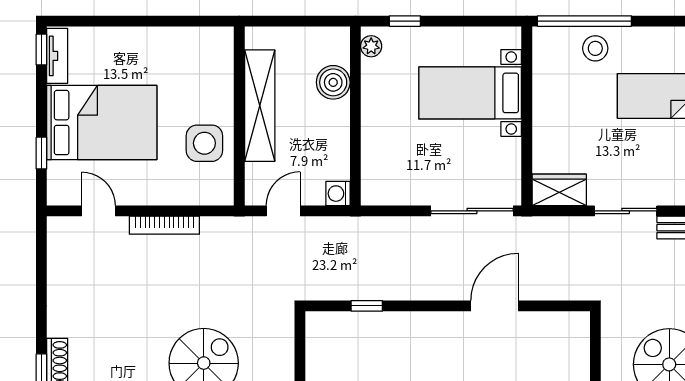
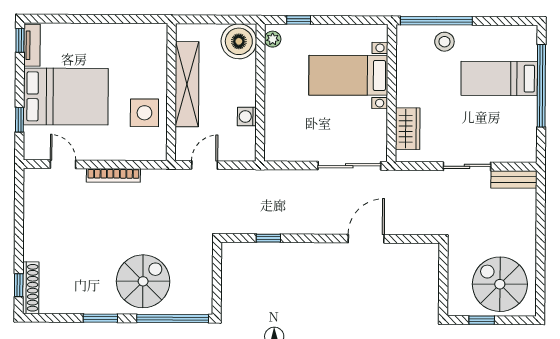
boiler: (333, 82) -> (239, 41), moved, width x1.37, depth x1.37
wardrobe: (559, 190) -> (408, 129), moved, turned 90
washing machine: (338, 194) -> (247, 117), moved

